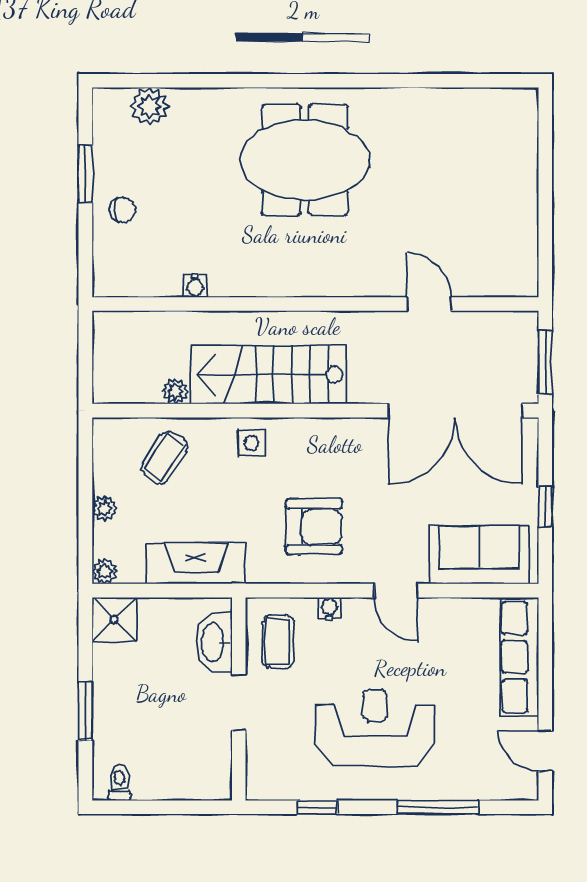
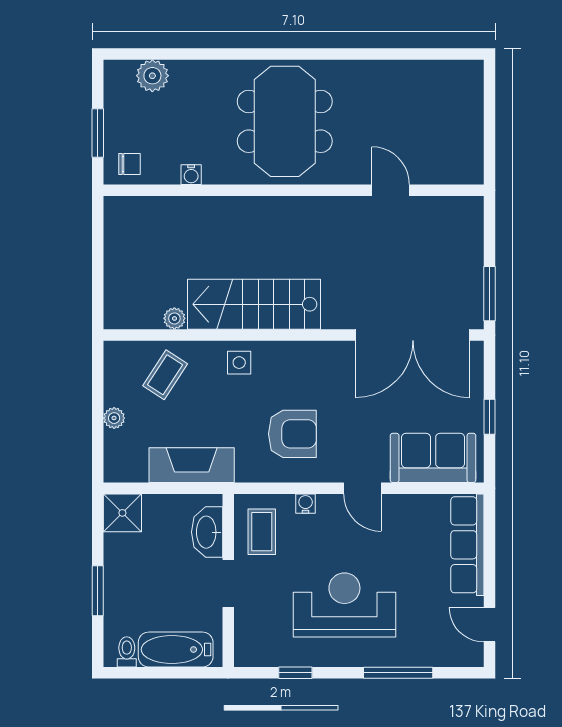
meeting table: (305, 160) -> (285, 121), turned 90
water cooler: (195, 286) -> (191, 175), moved
wall: (315, 304) -> (294, 190), moved
door: (429, 304) -> (391, 190), moved
plant: (105, 571) -> (114, 472), removed
bathtub: (177, 780) -> (176, 649), added

